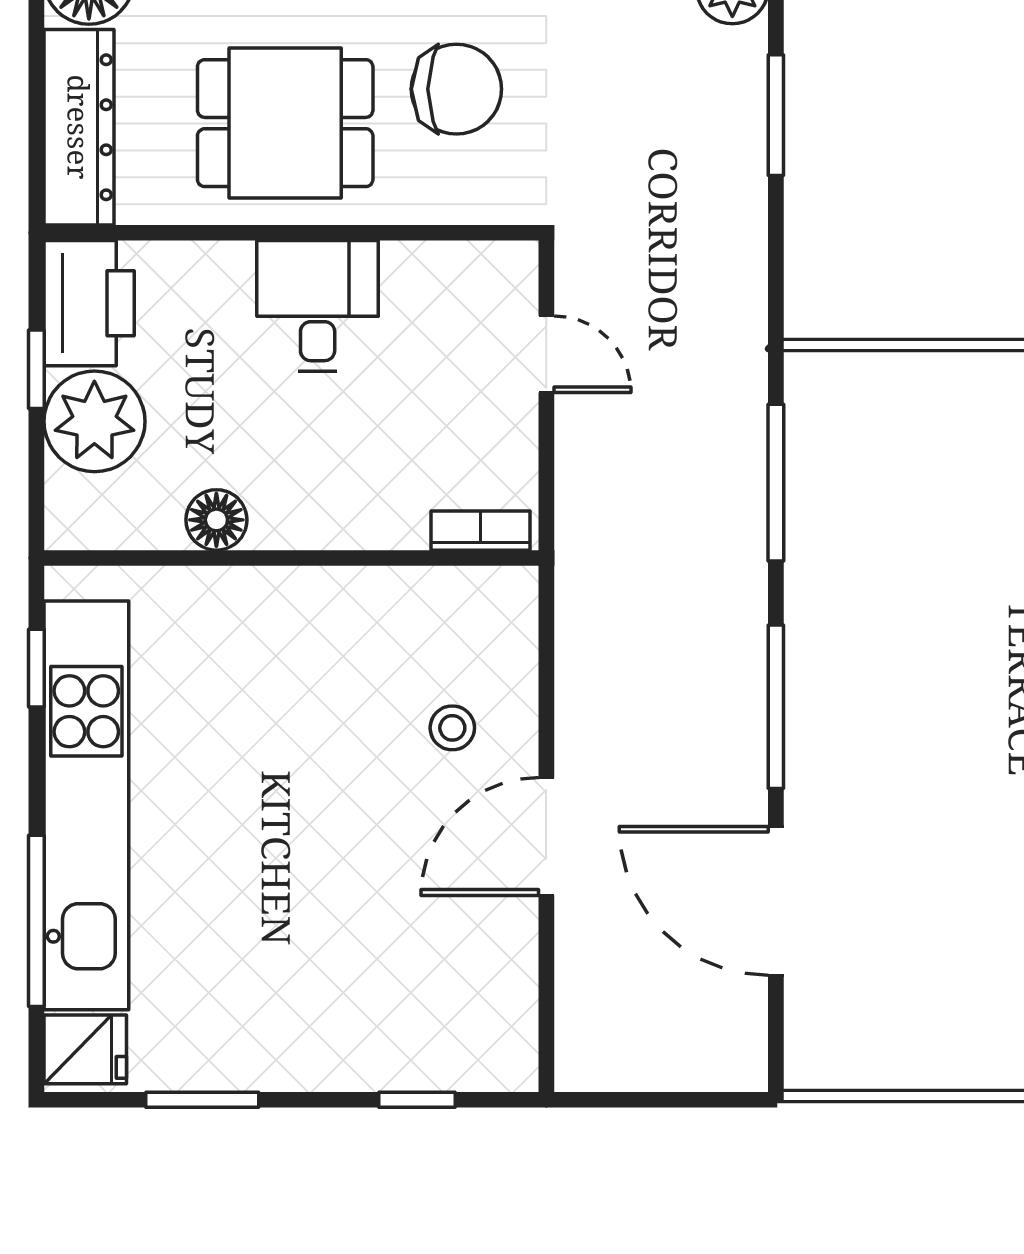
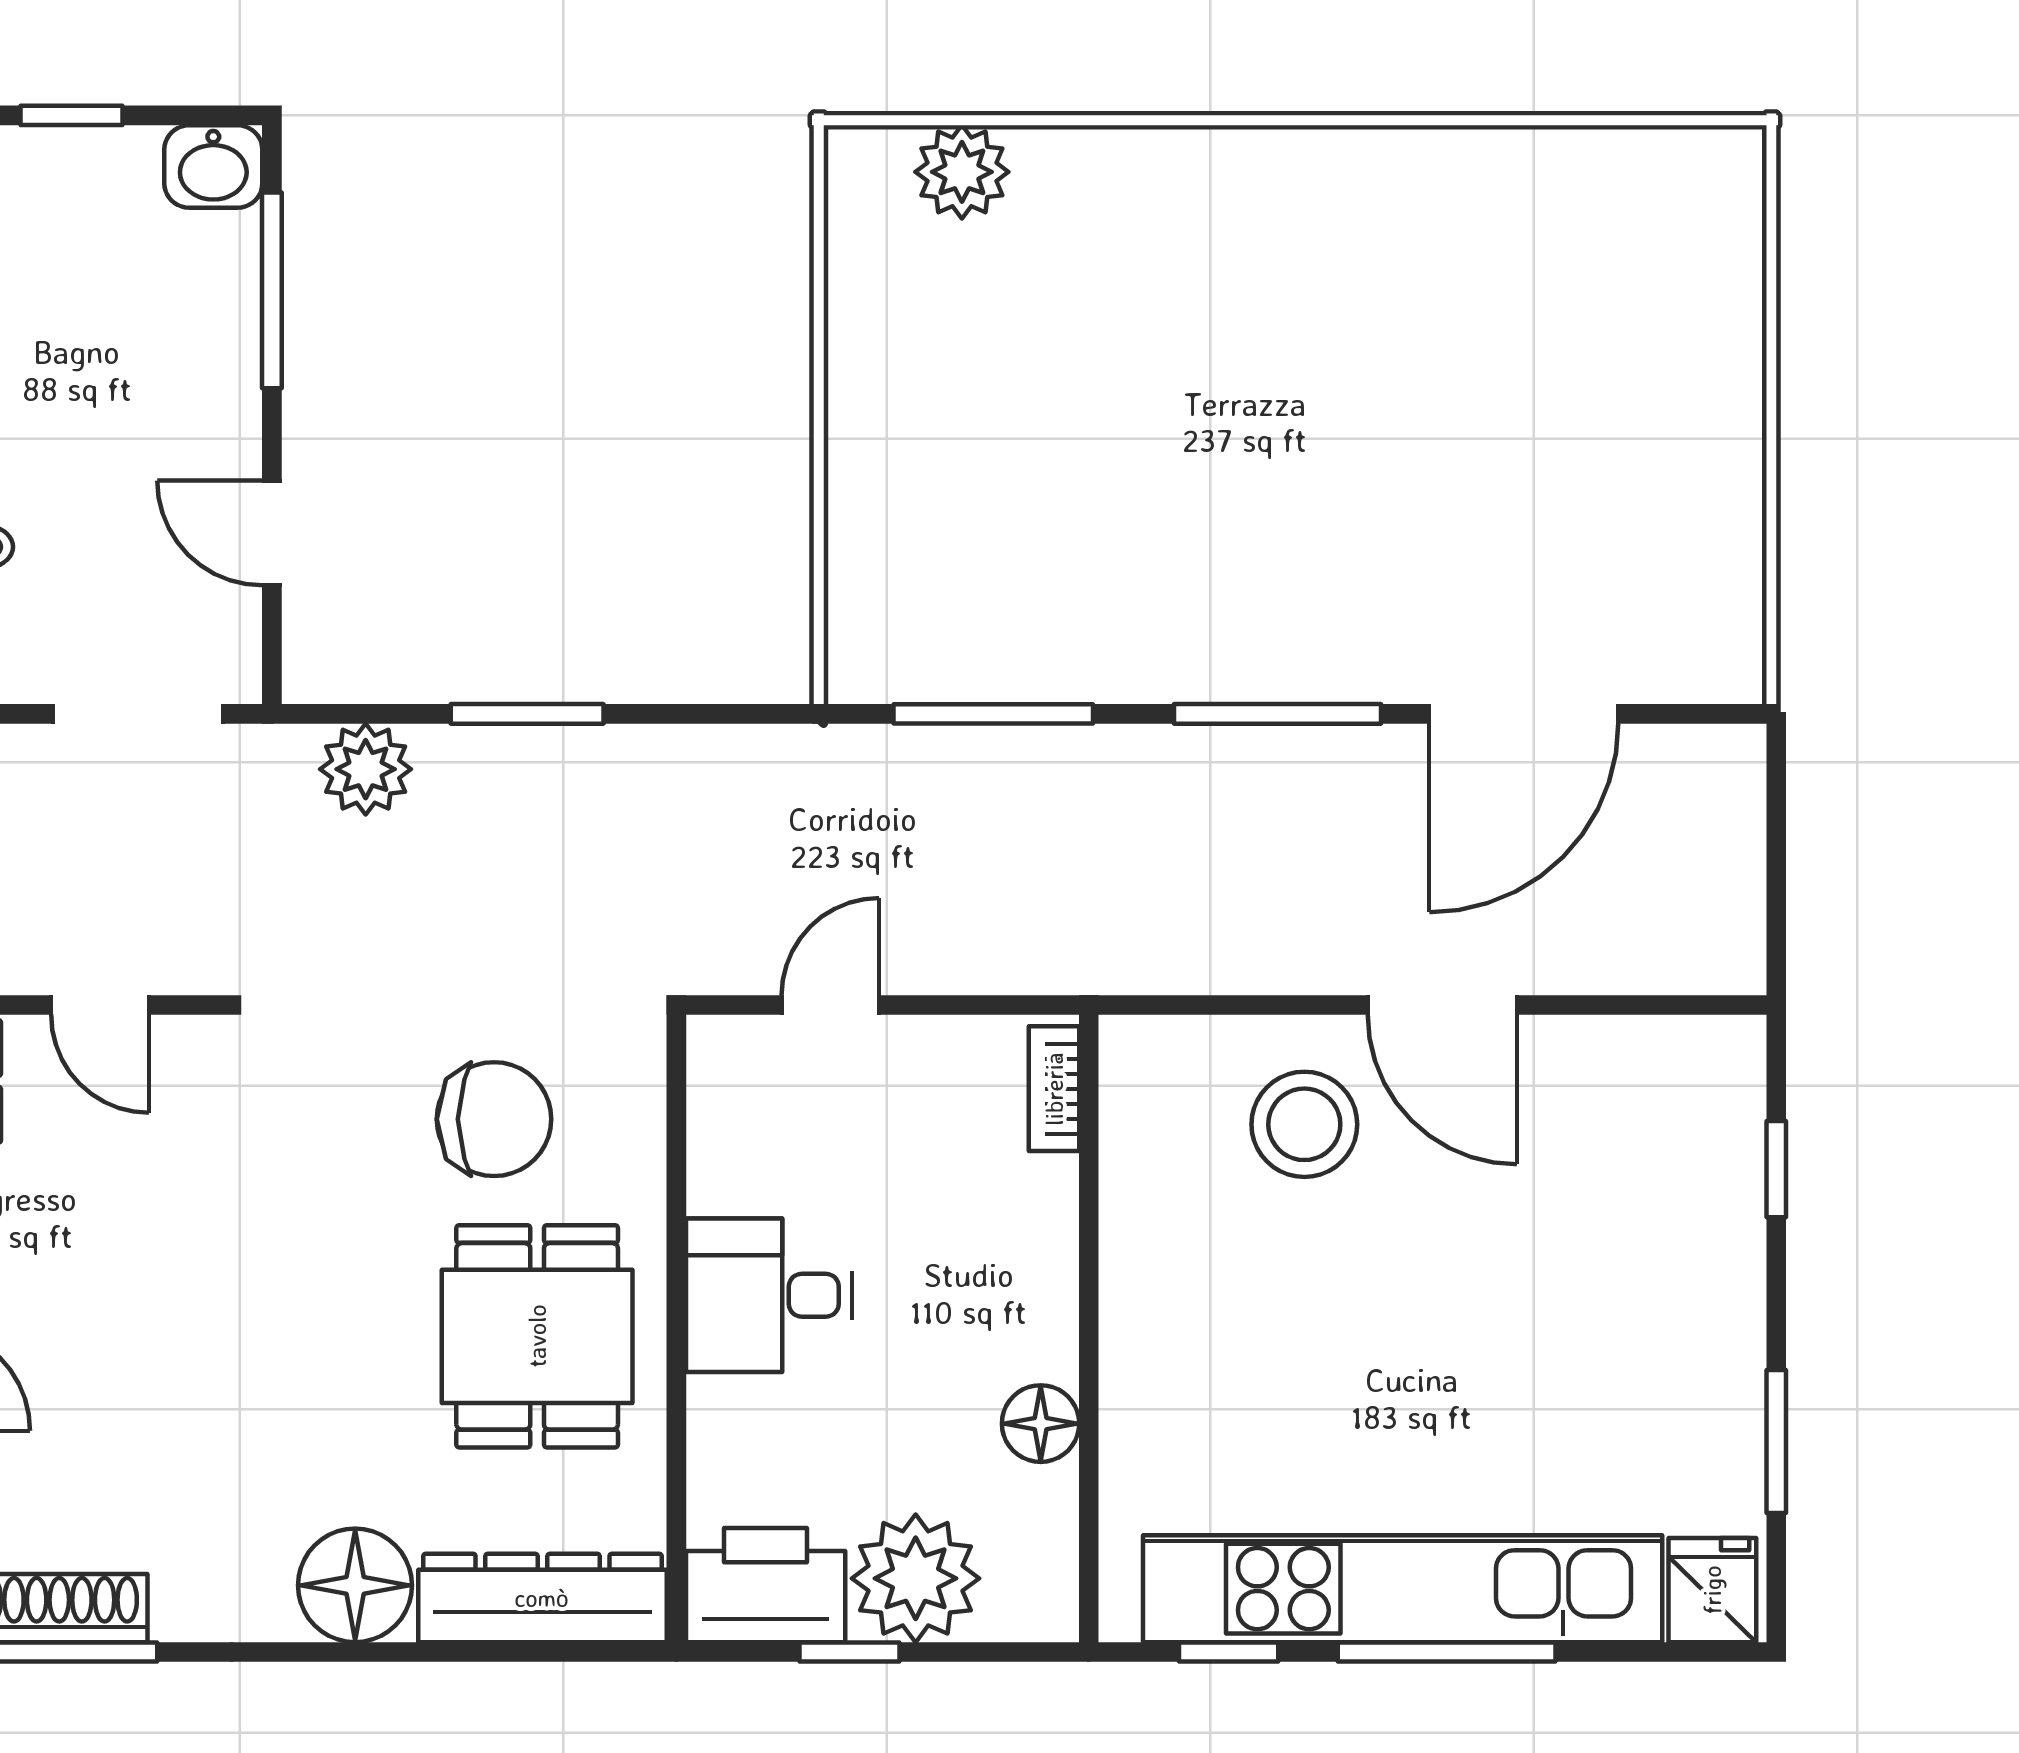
chair: (456, 89) -> (494, 1119), turned 90
stool: (452, 728) -> (1304, 1124), width x1.89, depth x1.89
window: (36, 921) -> (1447, 1652), moved

